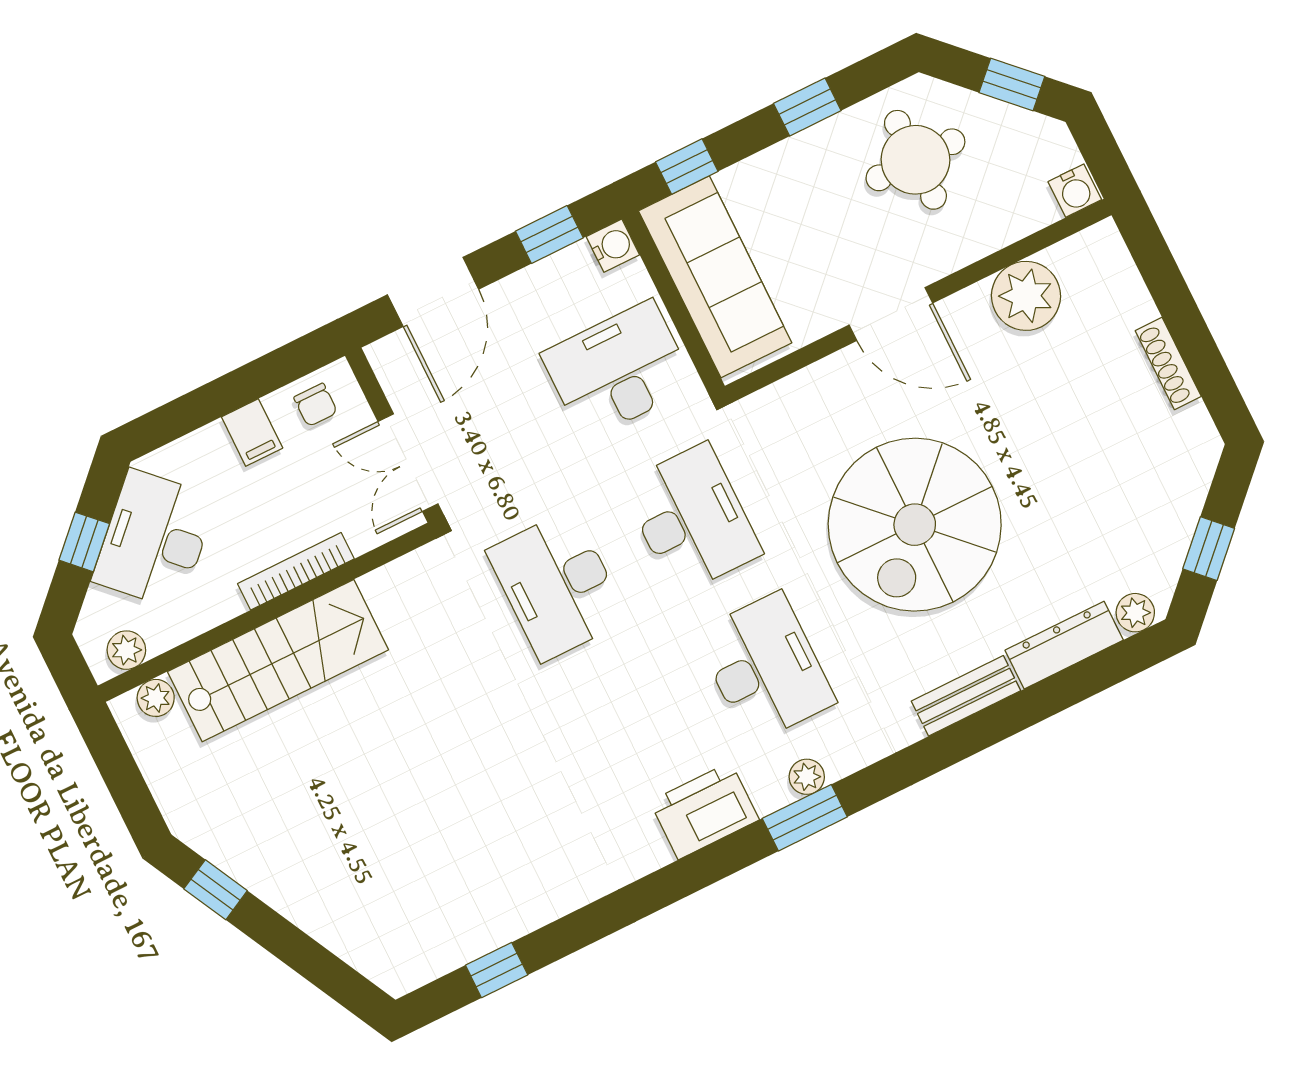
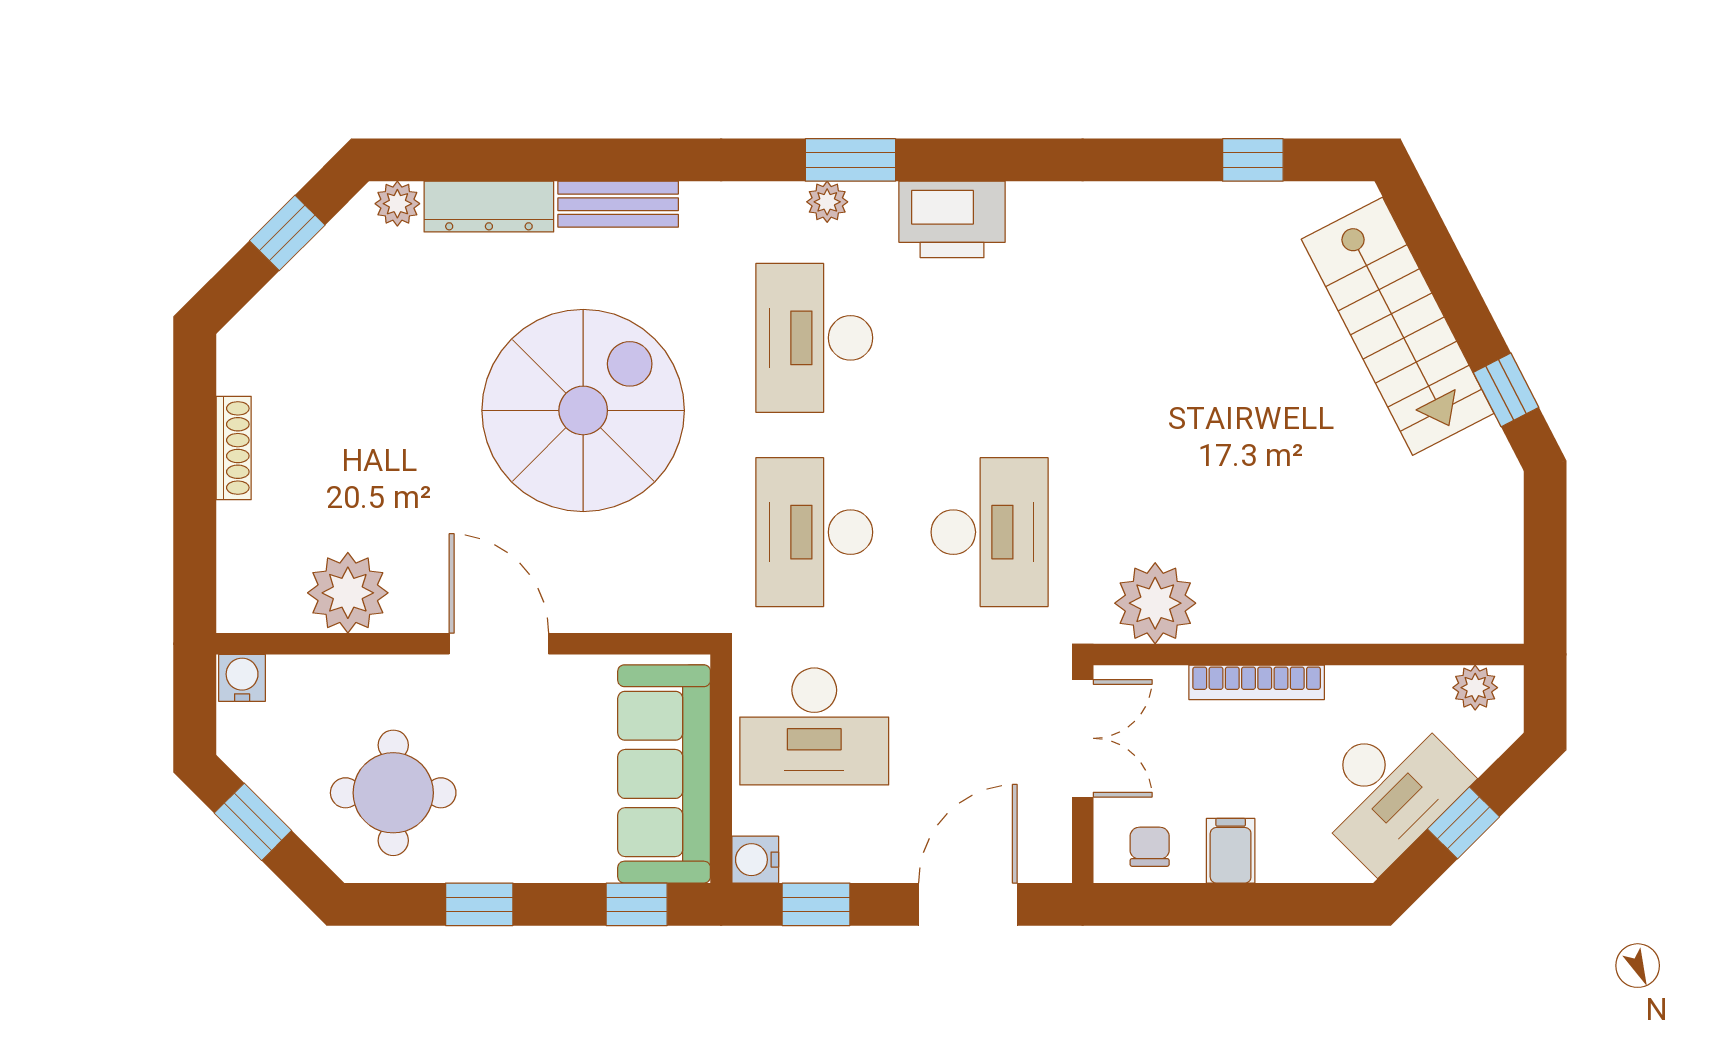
stairs: (278, 661) -> (1398, 326), moved, turned -117
plant: (156, 698) -> (1155, 603), moved, width x1.87, depth x1.87

